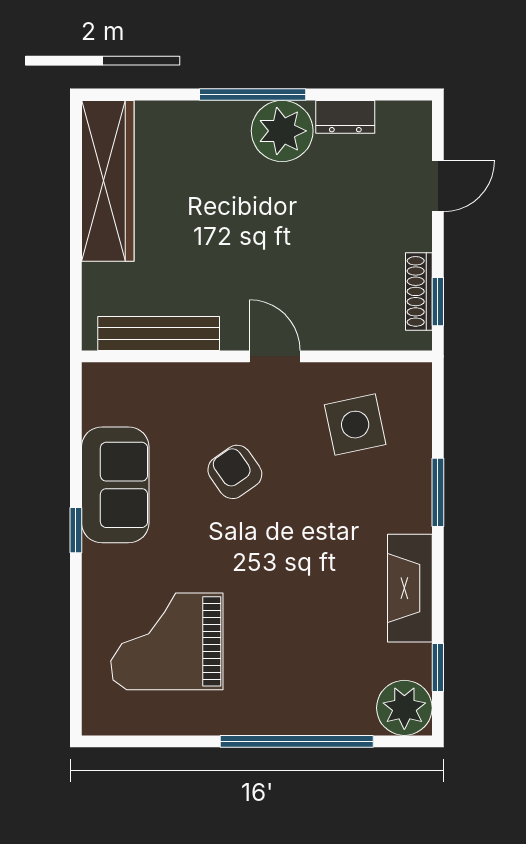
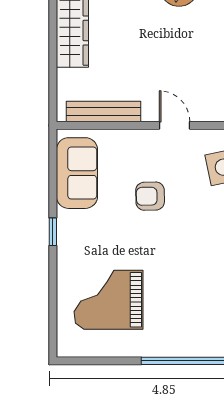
armchair: (235, 472) -> (150, 196), turned -56
sofa: (115, 485) -> (77, 173), moved

